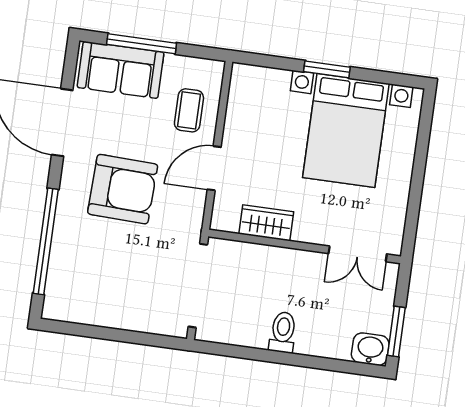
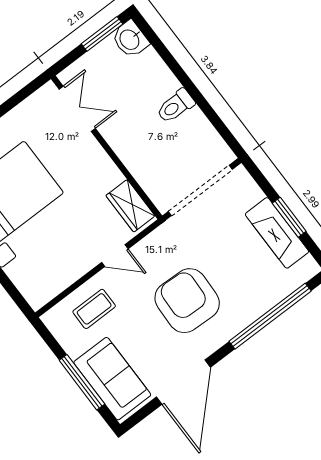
door: (214, 168) -> (115, 256), width x0.73
wardrobe: (266, 223) -> (130, 206), moved
fireplace: (105, 312) -> (277, 233), added
window: (108, 334) -> (289, 217), added

